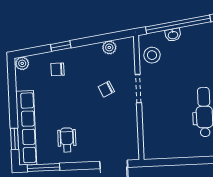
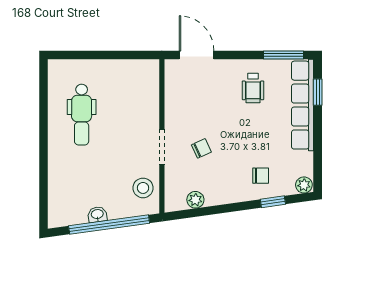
washbasin: (173, 35) -> (97, 214), moved
window: (61, 46) -> (273, 202), moved

